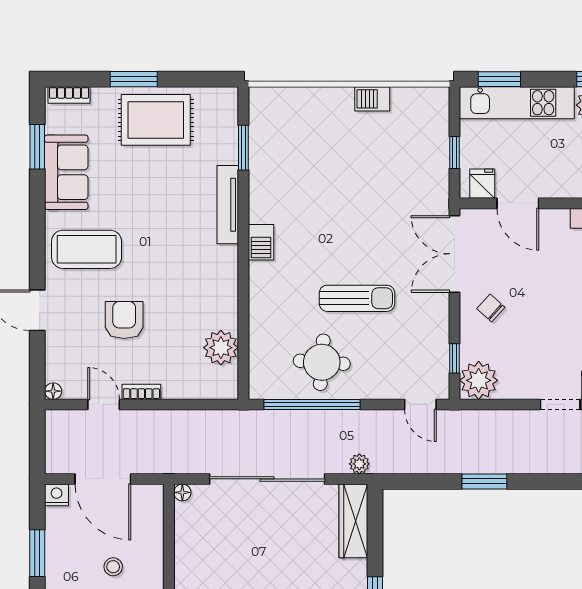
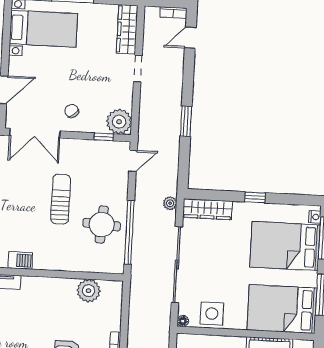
chair: (491, 308) -> (72, 111), turned 99
side table: (196, 536) -> (212, 314), added

